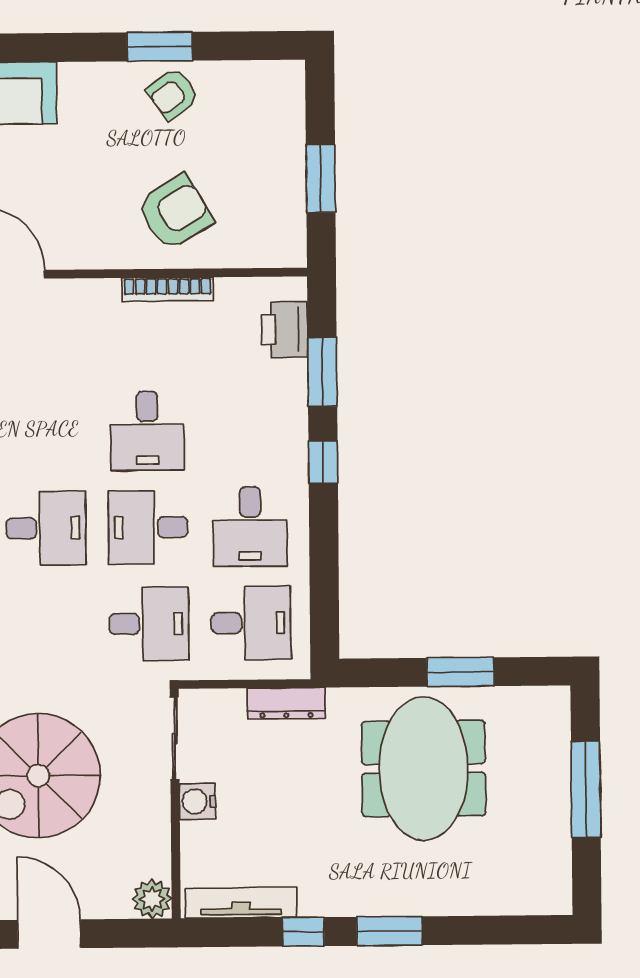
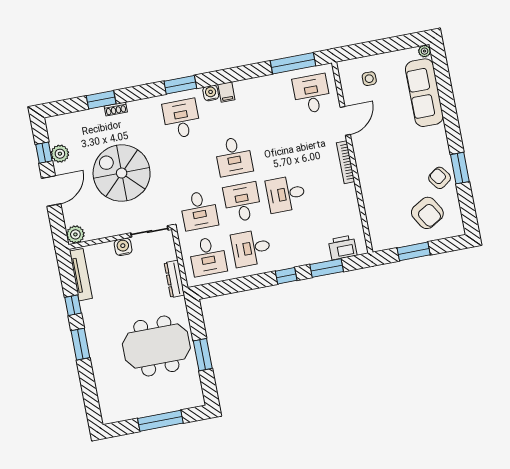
armchair: (175, 212) -> (427, 213), moved
bookcase: (168, 289) -> (346, 162), moved

